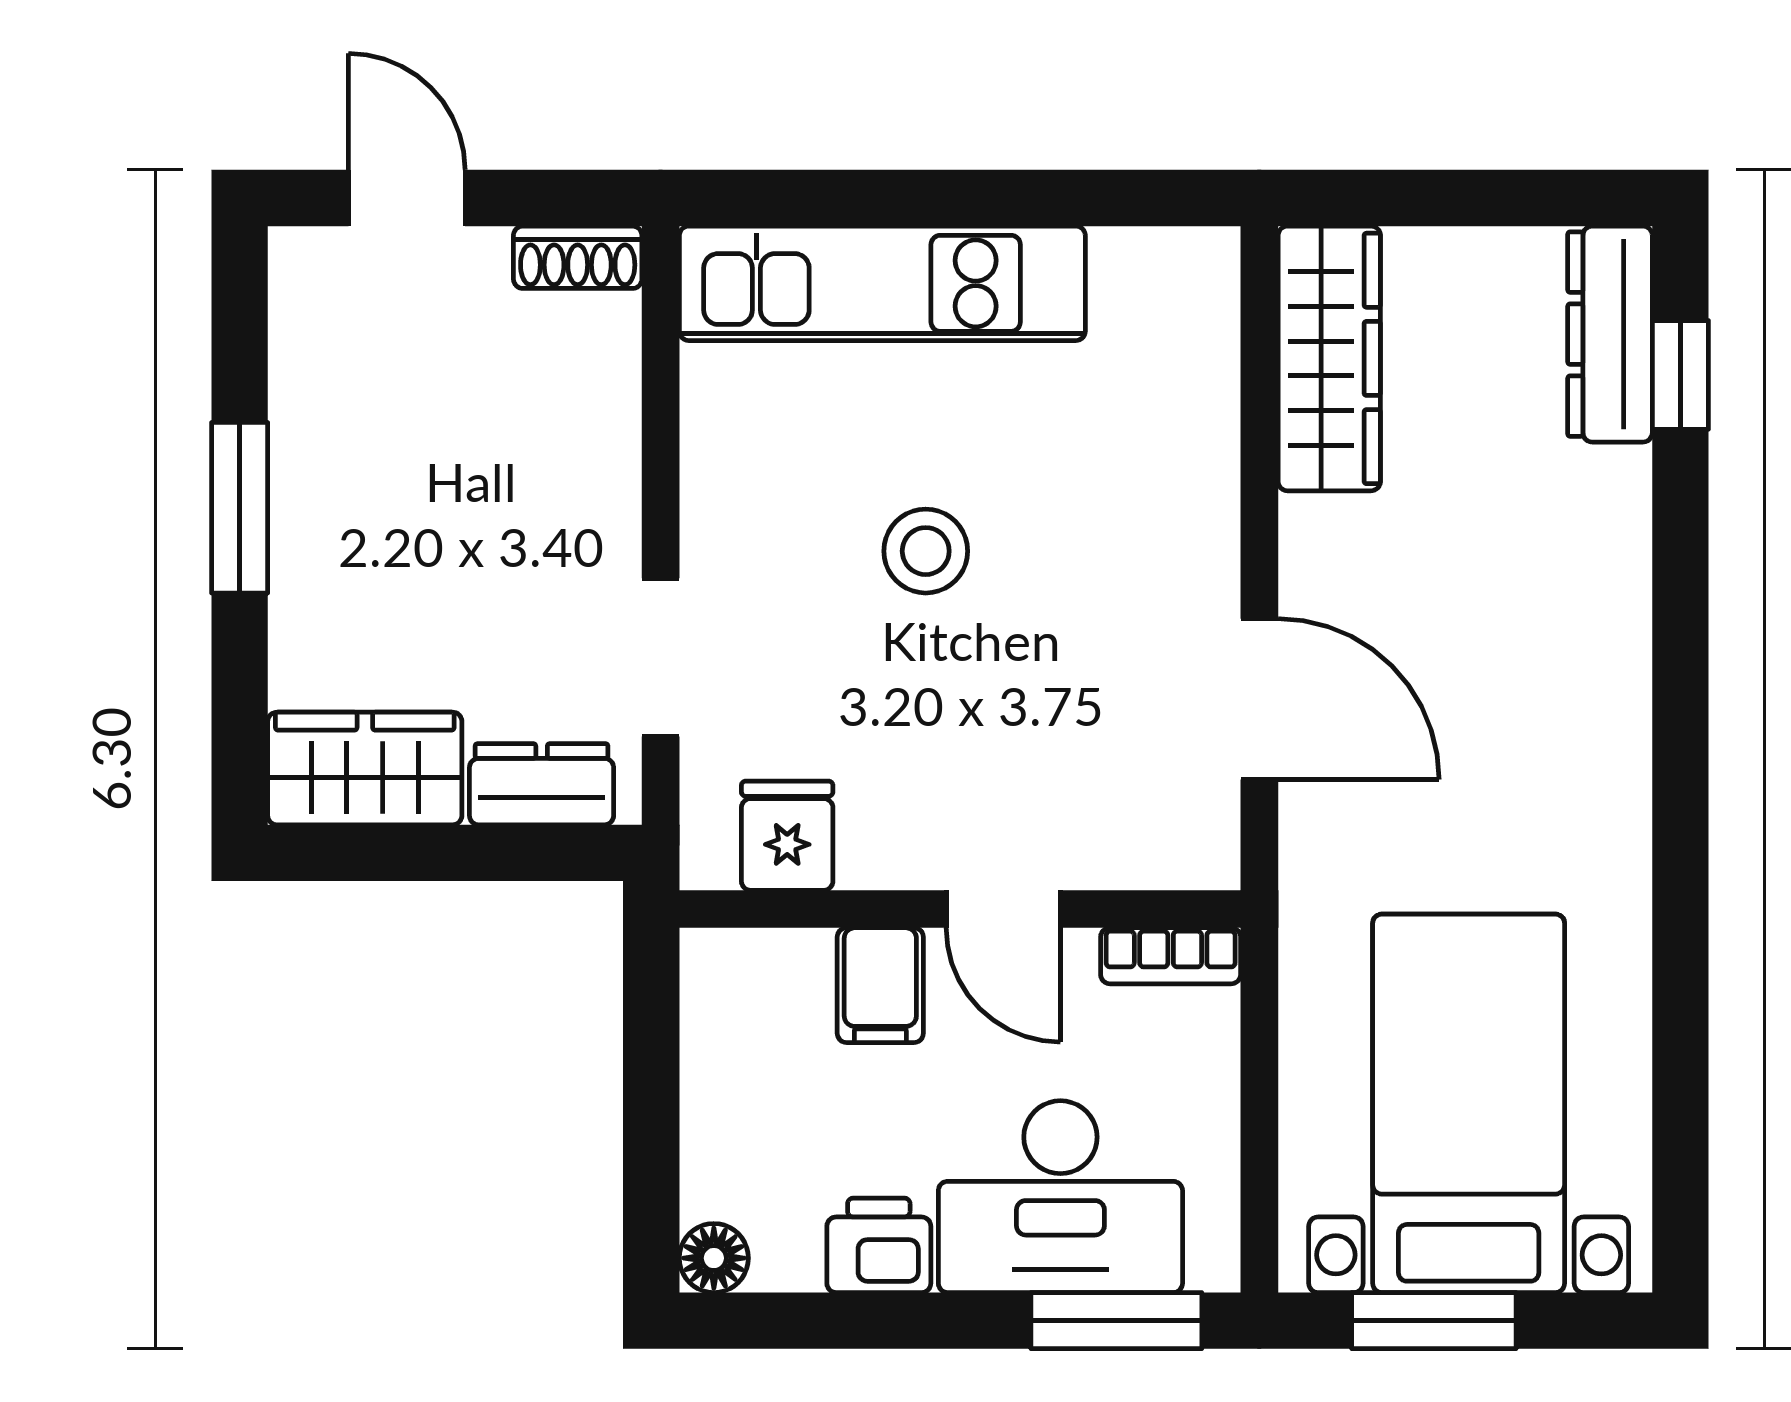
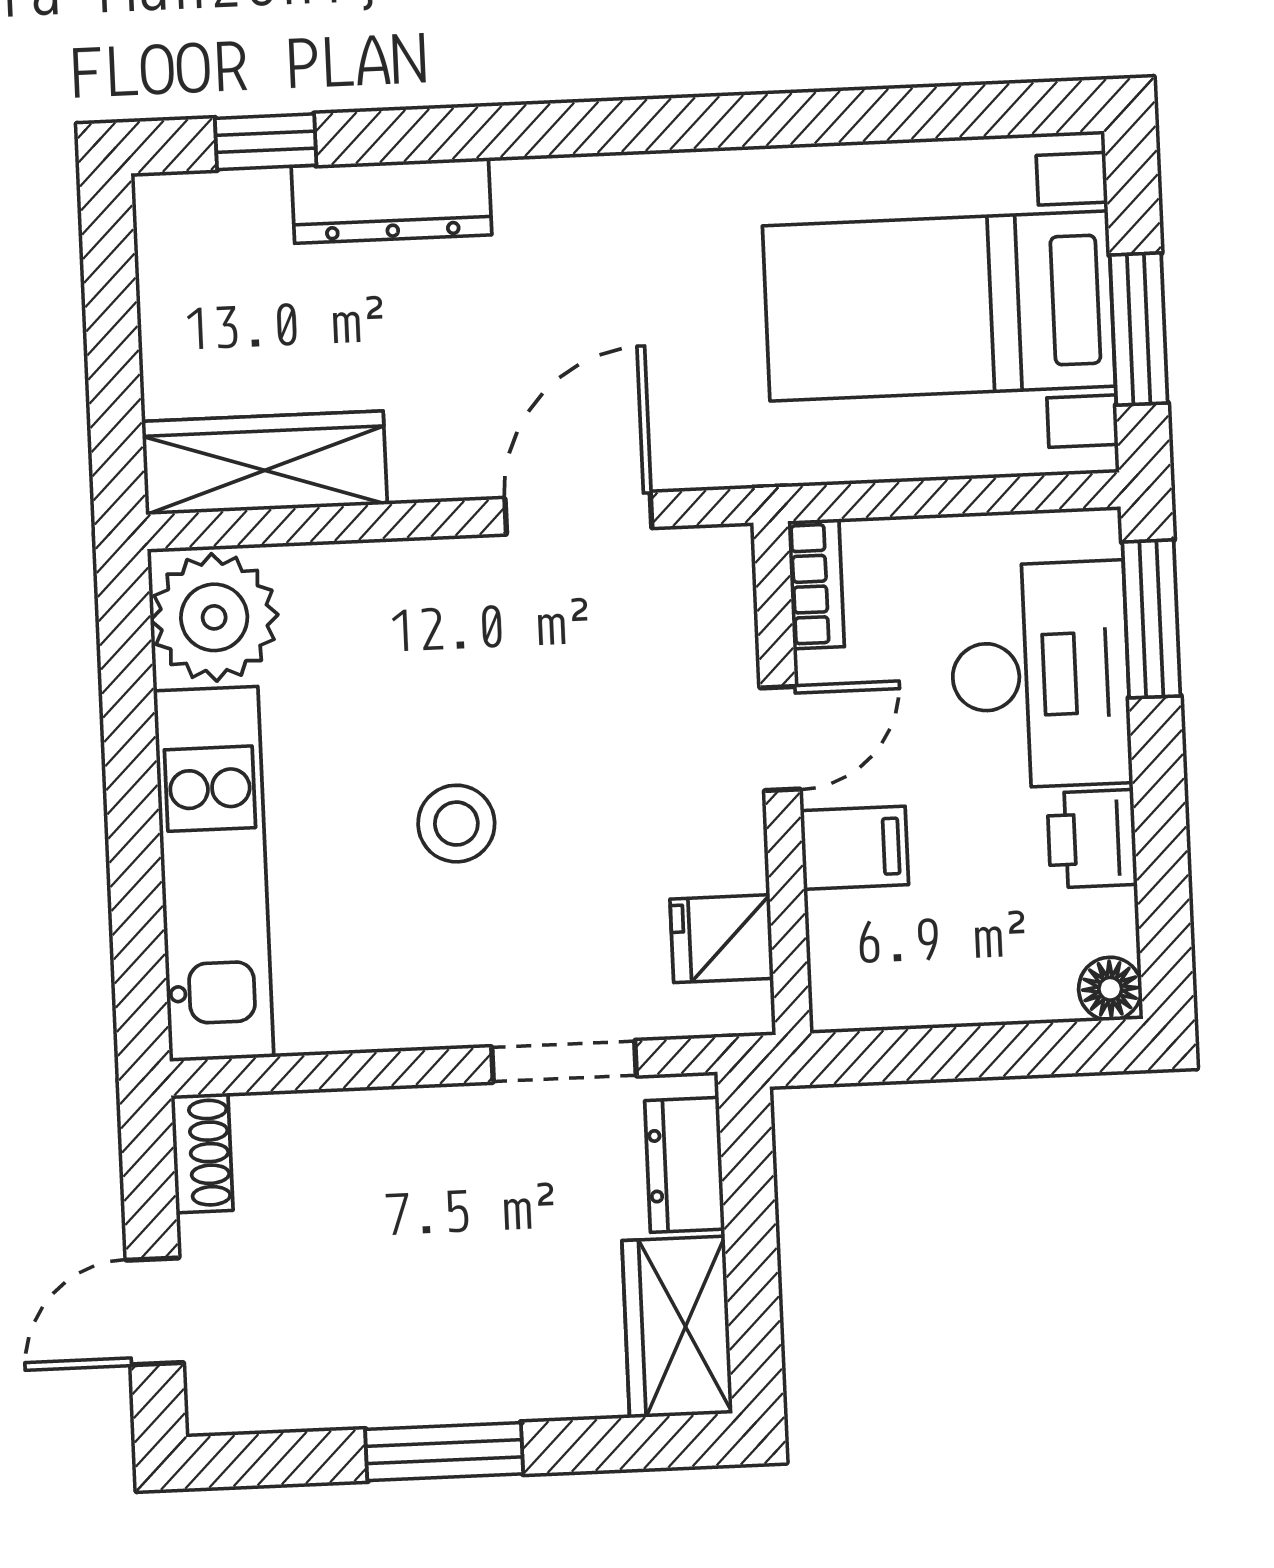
plant: (1163, 296) -> (214, 617), added
dresser: (1610, 334) -> (391, 201), moved

